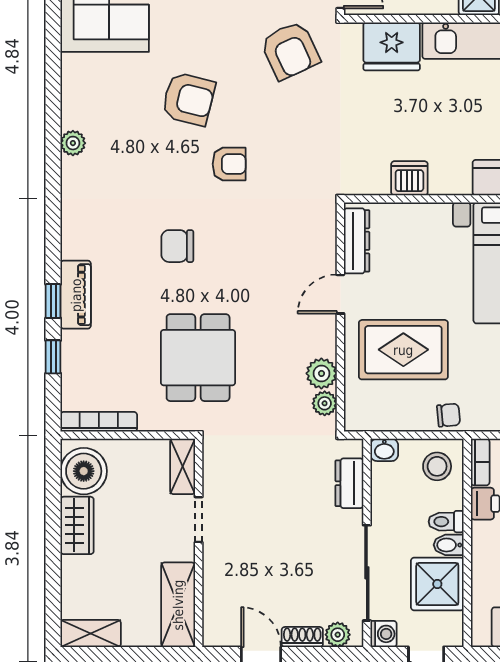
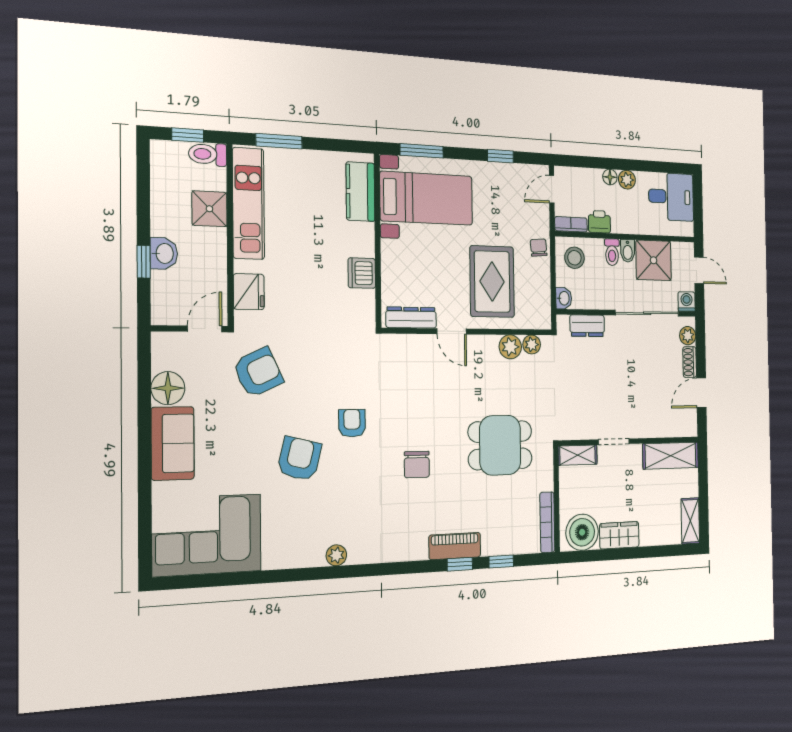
fridge: (392, 46) -> (249, 292), width x0.73, depth x0.75

